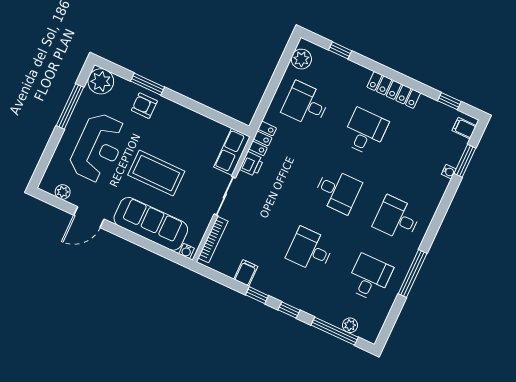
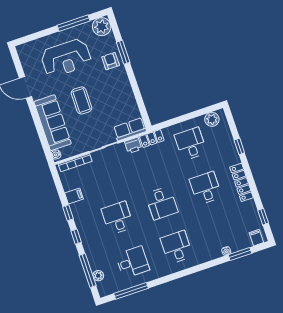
window: (340, 50) -> (239, 146), moved
desk: (365, 132) -> (206, 188), turned -90
coffee table: (156, 173) -> (82, 100), width x0.73, depth x0.76
plant: (63, 192) -> (26, 61), removed
window: (413, 274) -> (131, 291), moved

